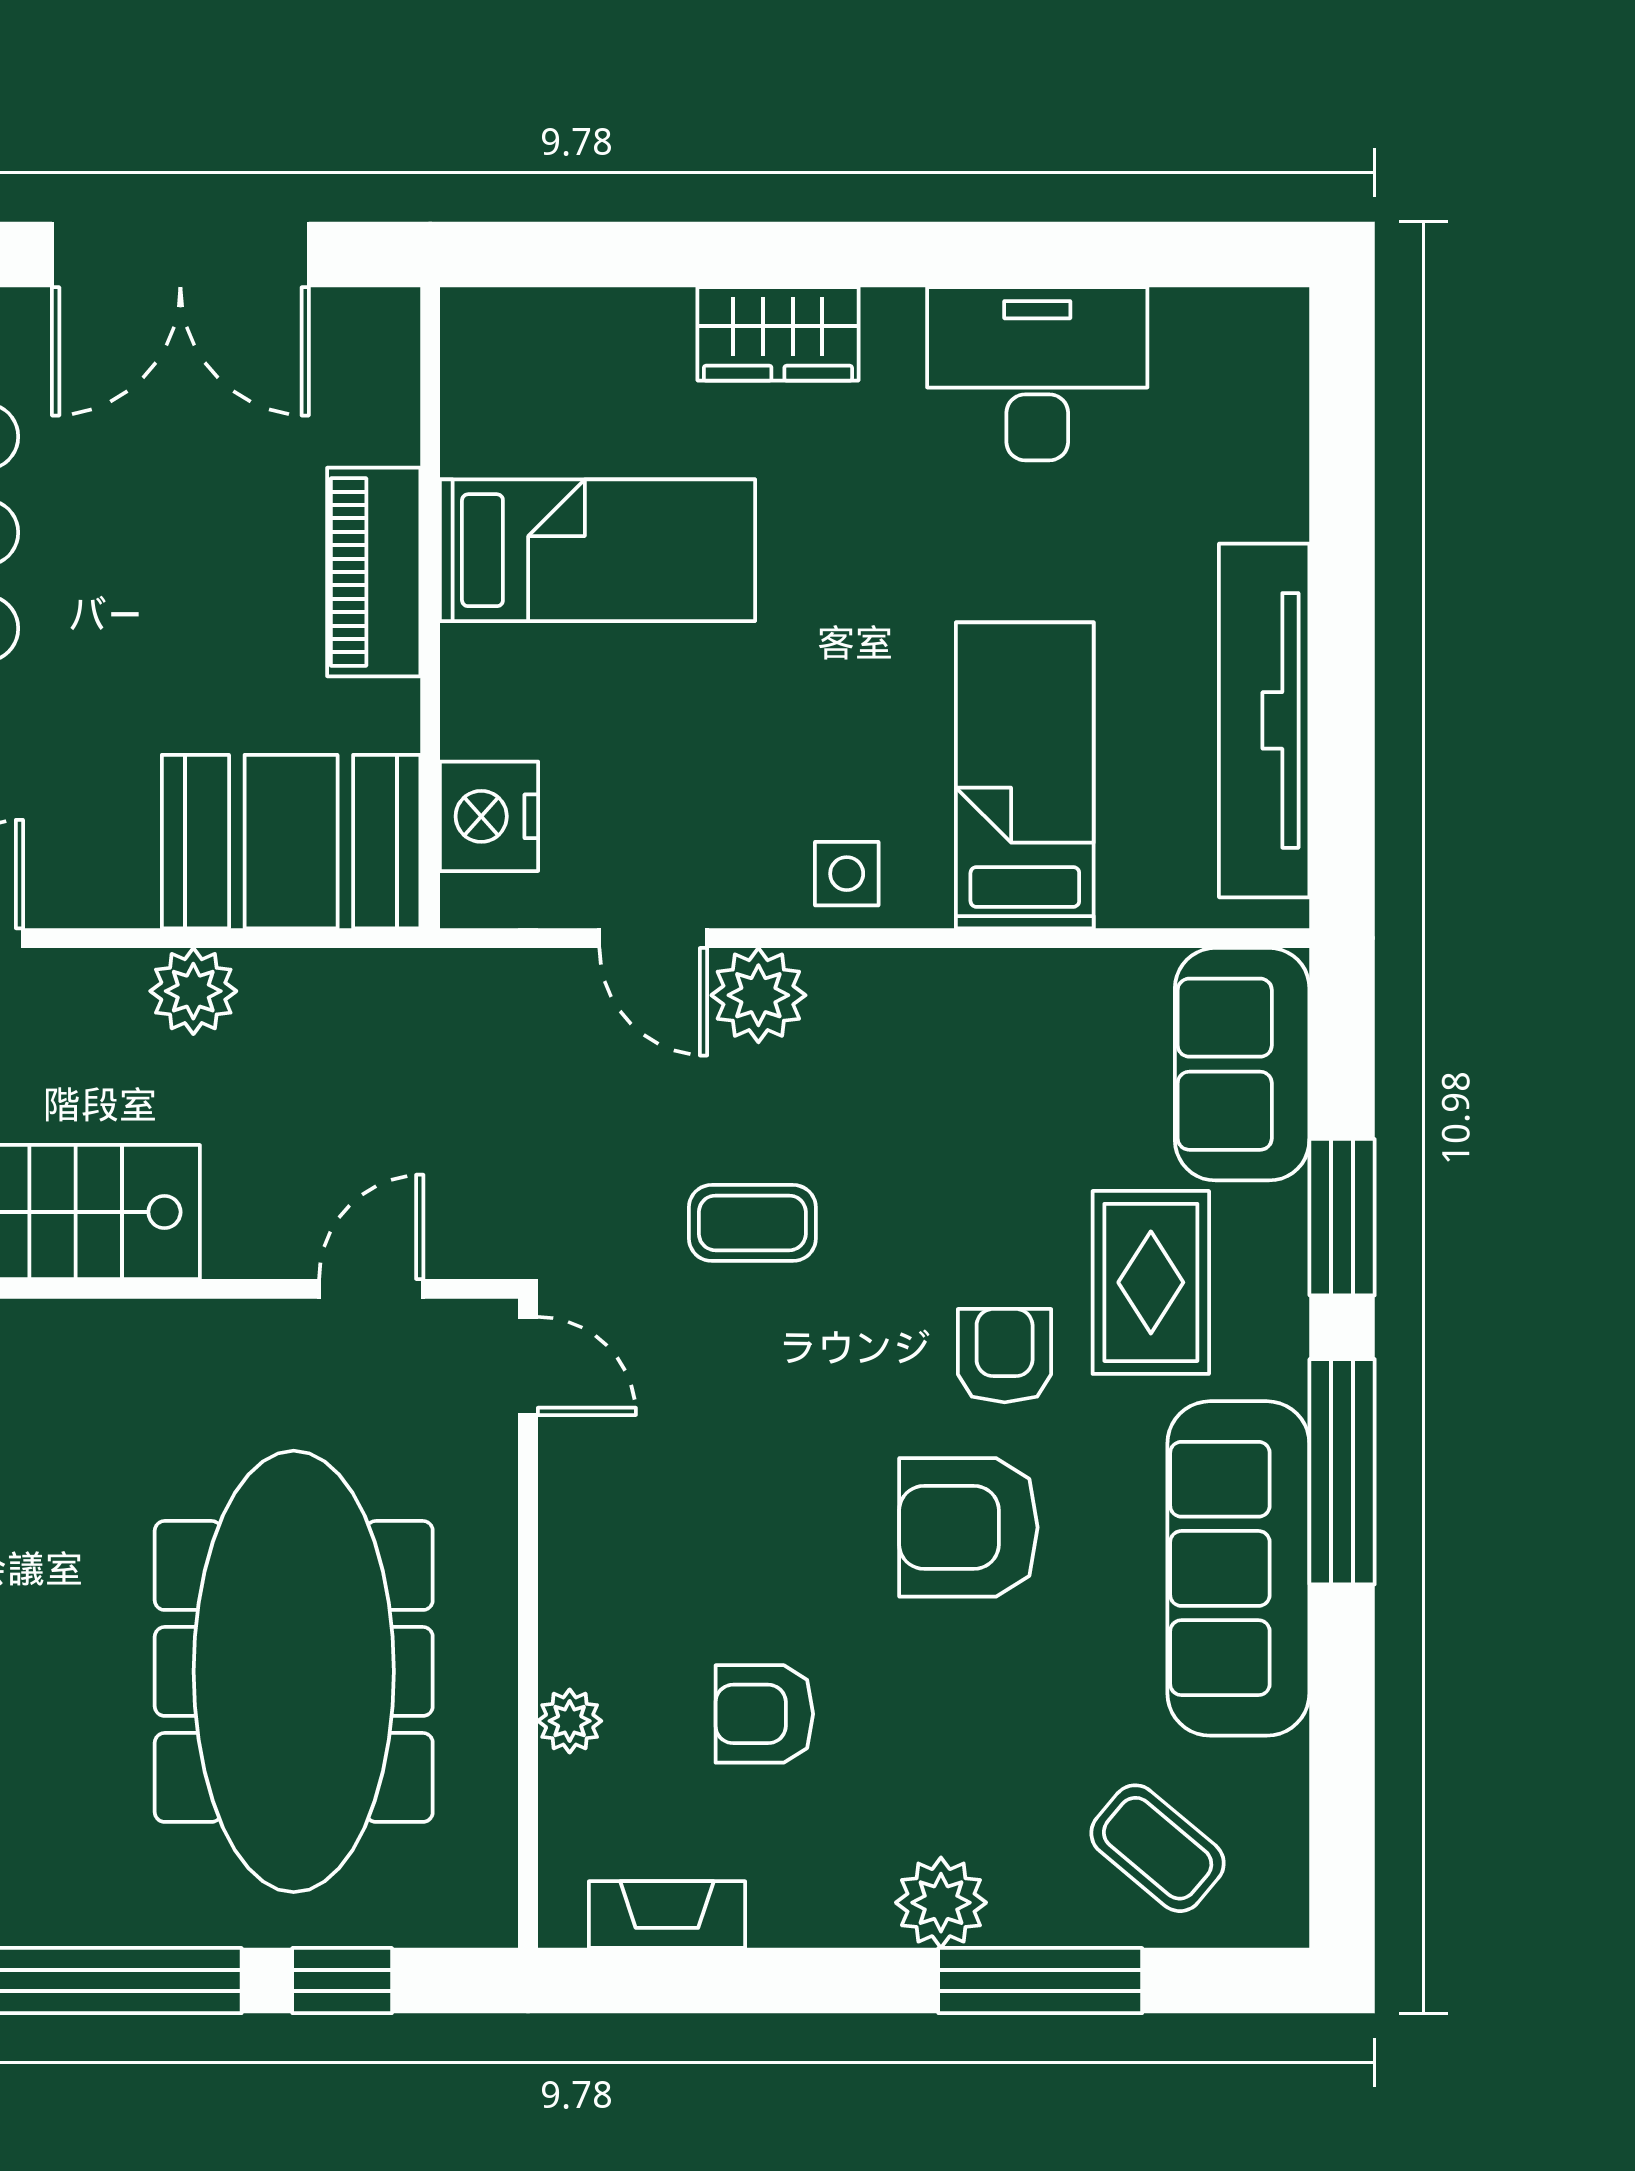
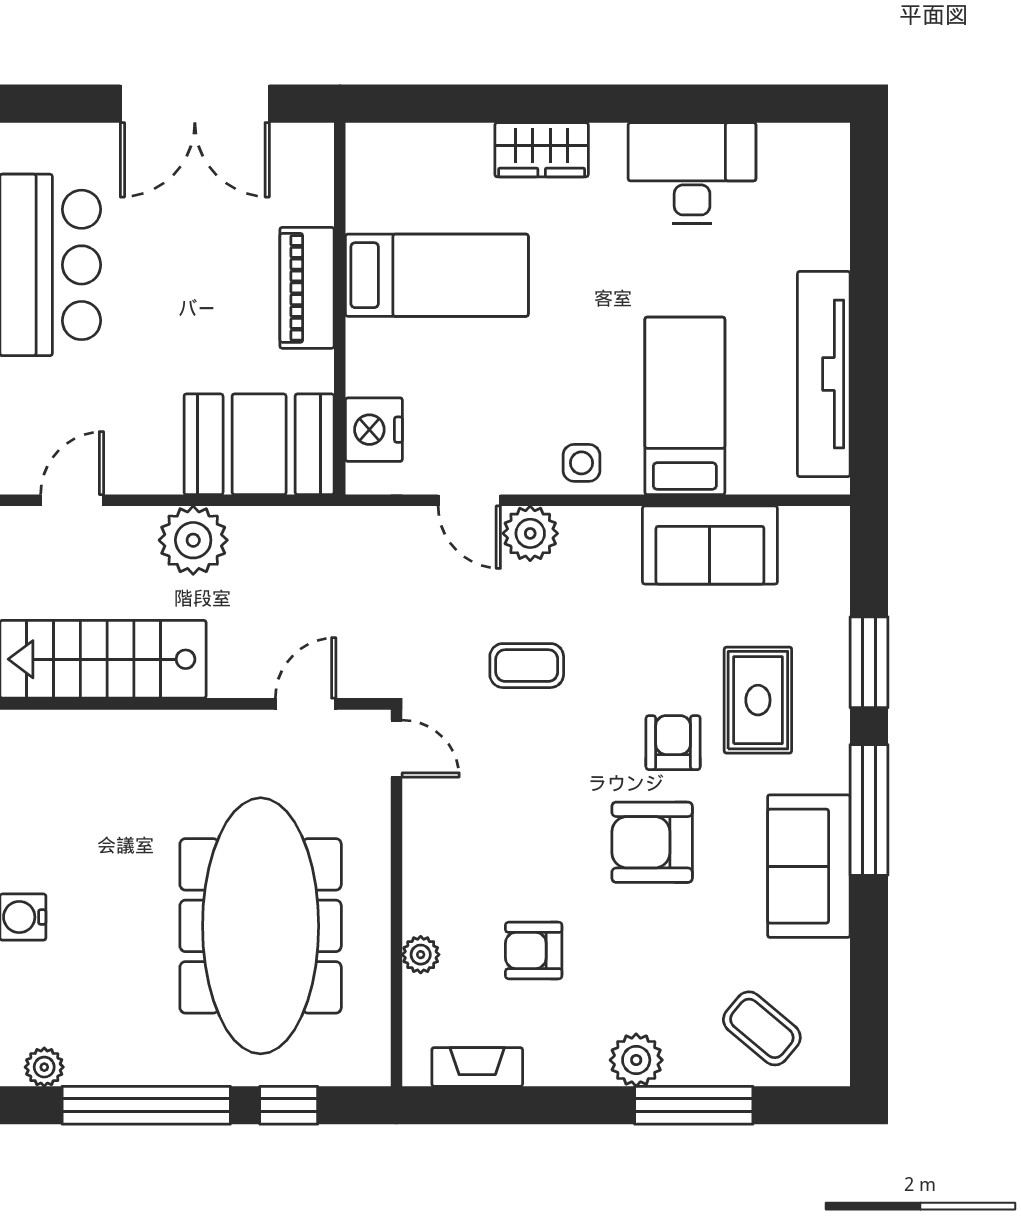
plant: (193, 991) -> (193, 540), width x1.36, depth x1.36
sofa: (1242, 1064) -> (710, 545), moved, turned -90
sofa: (1238, 1568) -> (809, 866), width x0.73

